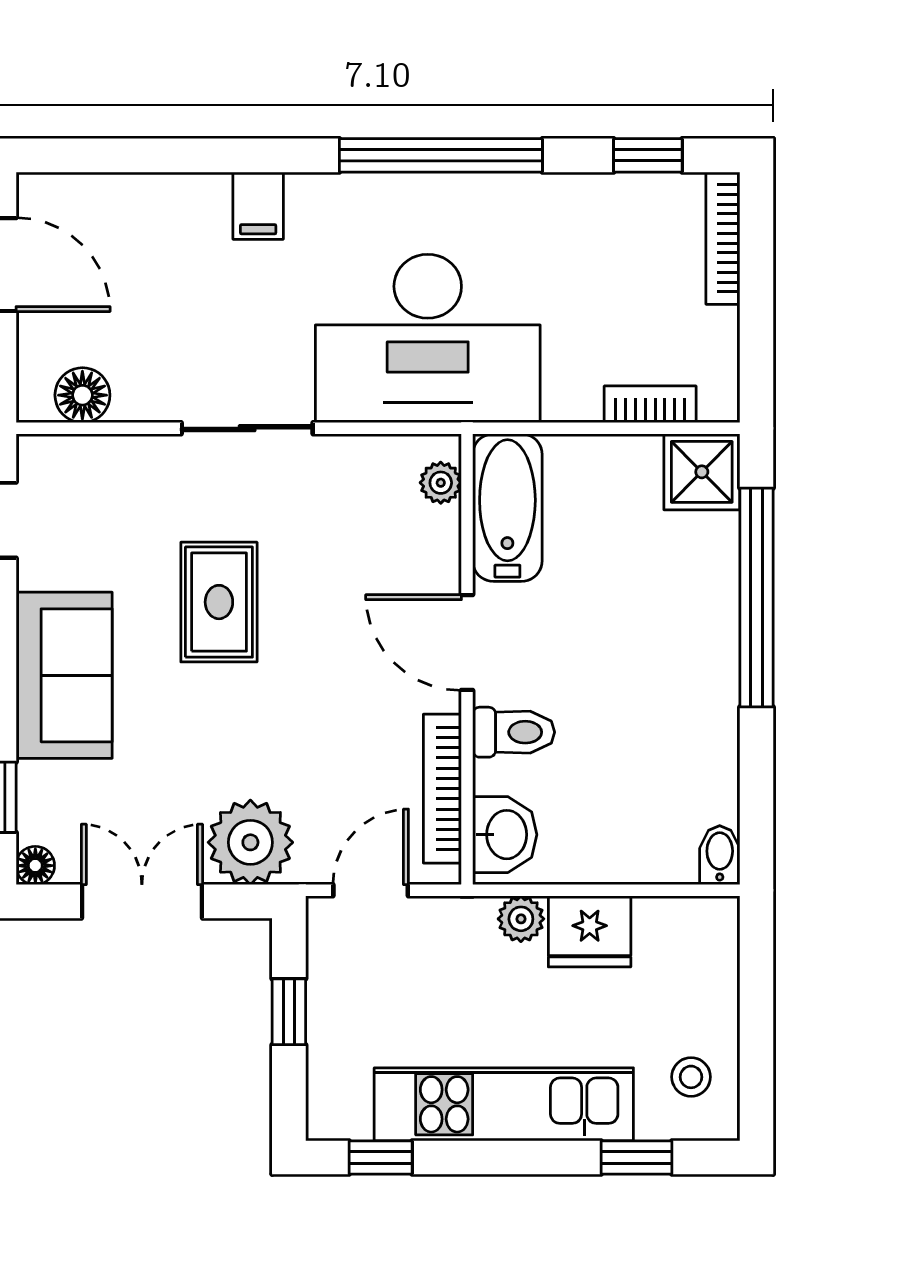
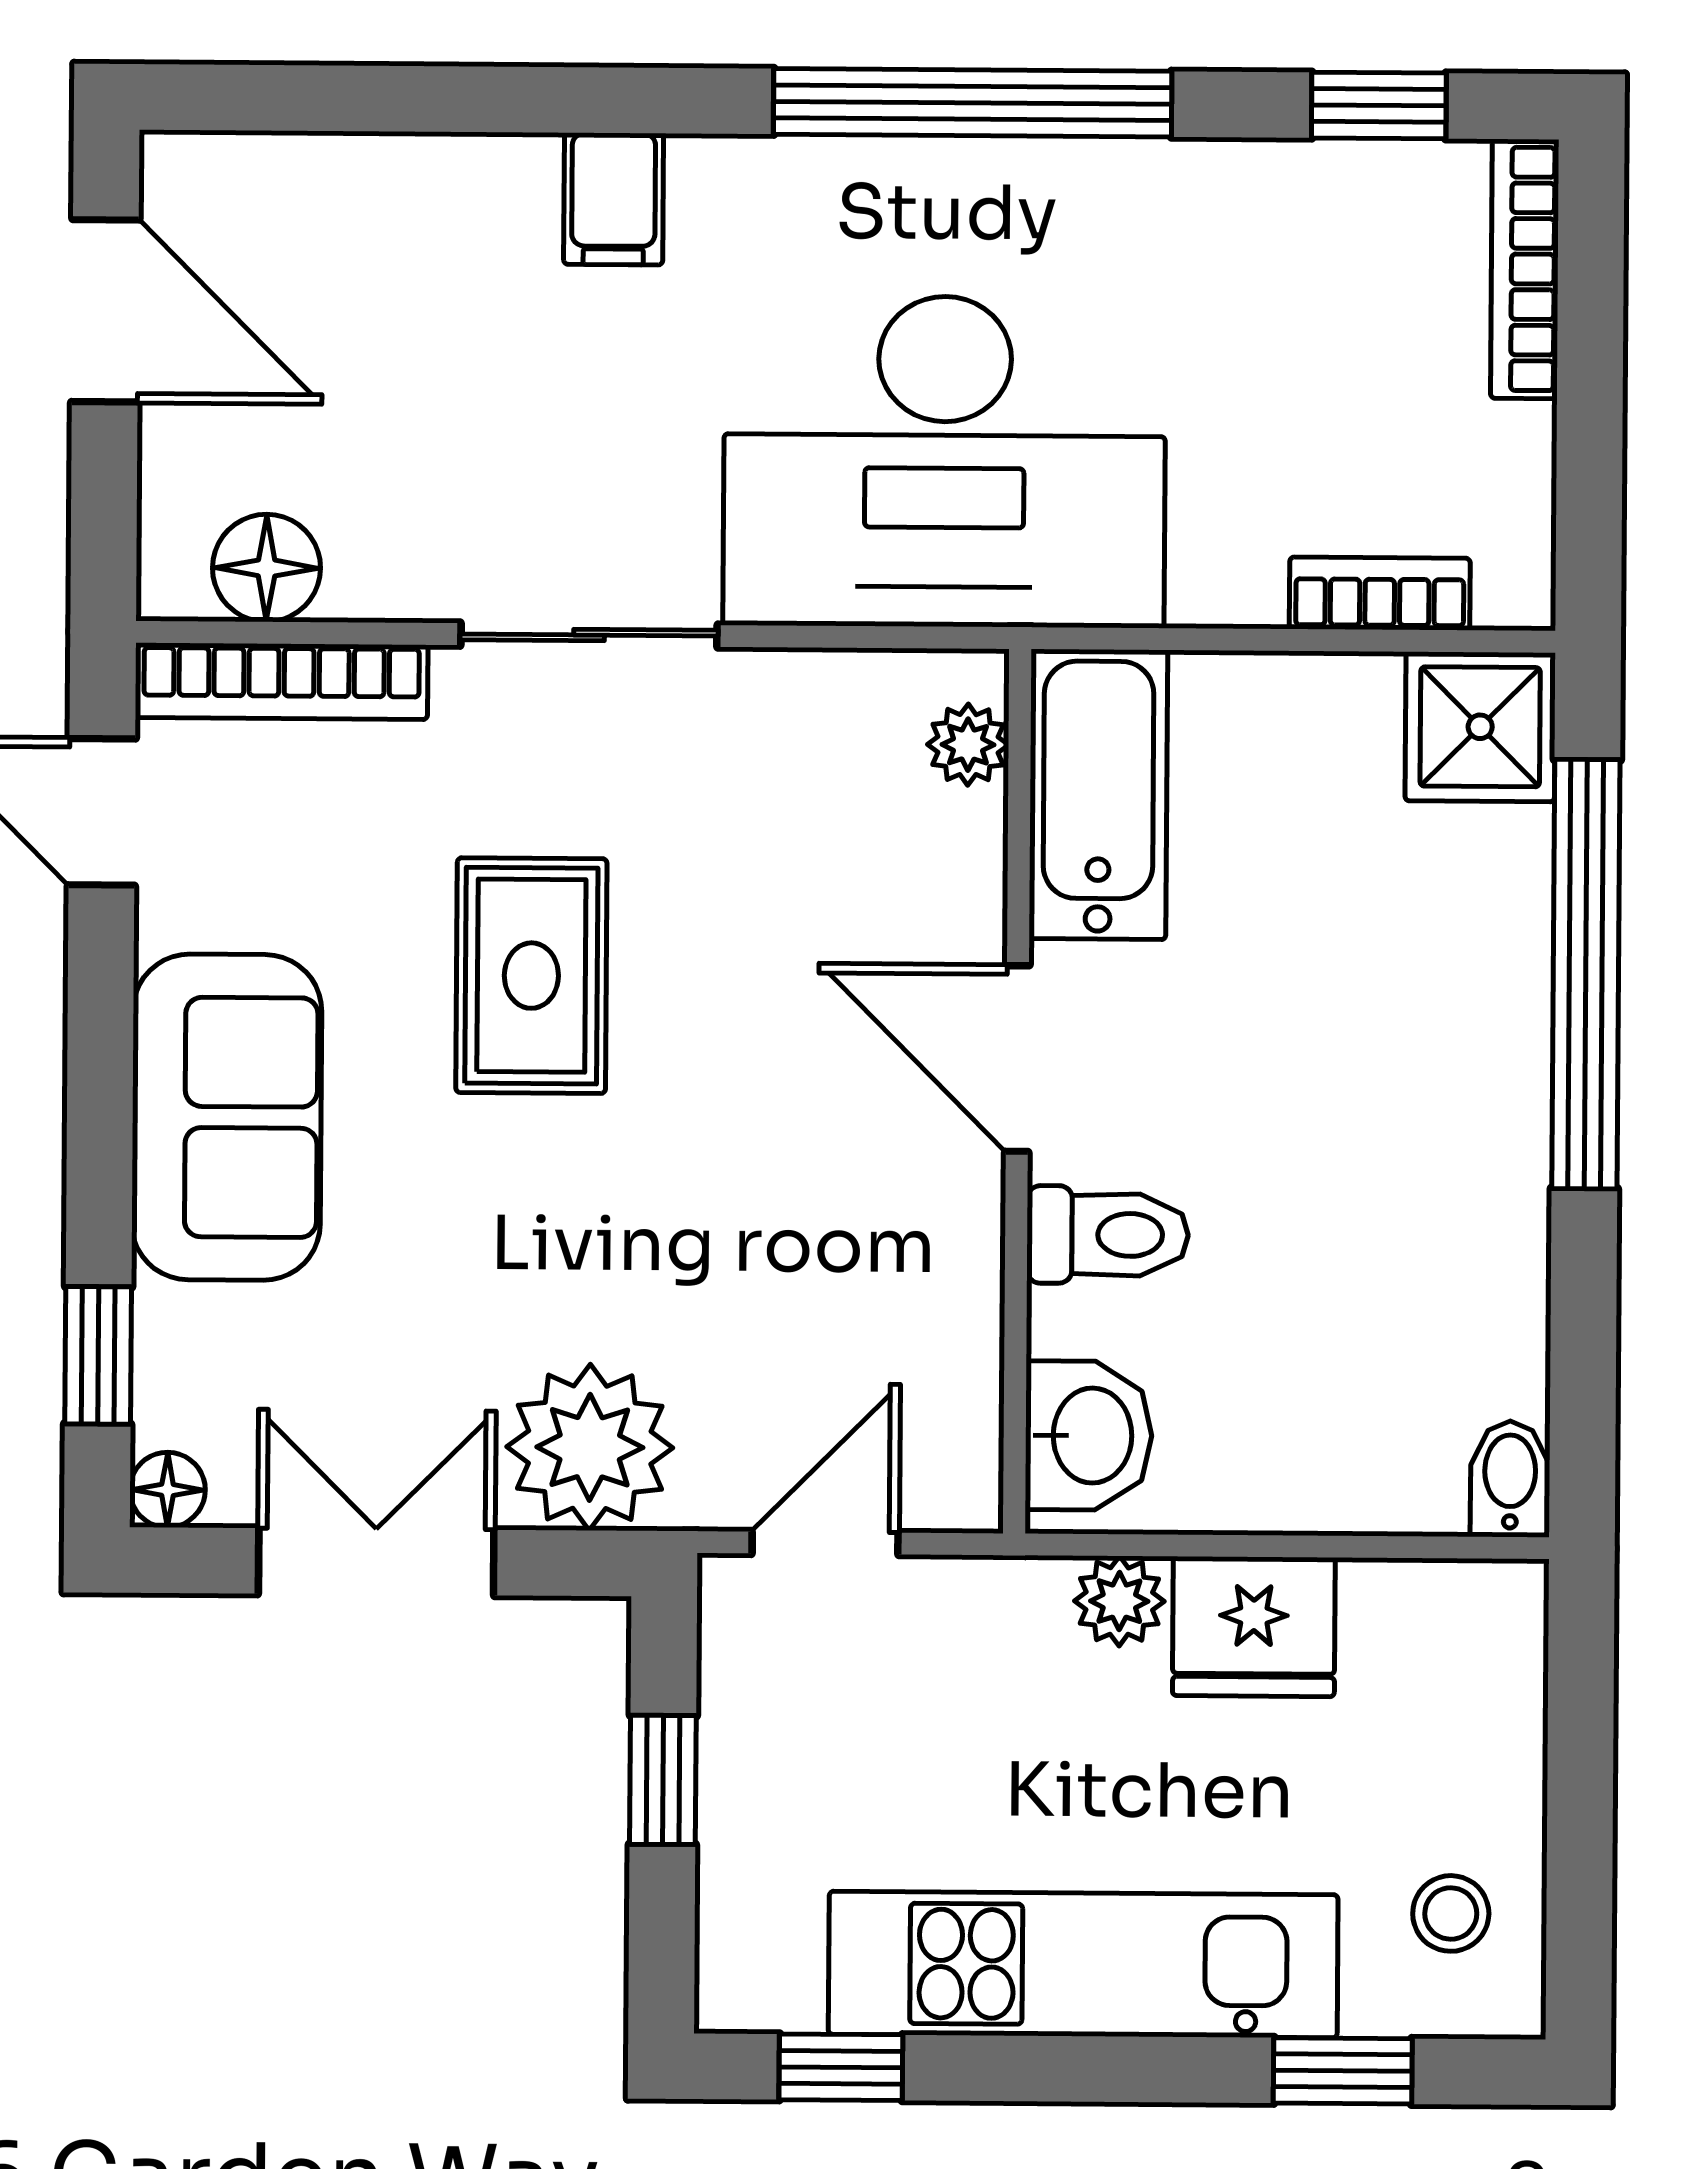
bookcase: (442, 789) -> (282, 681), moved, turned -90

